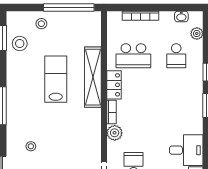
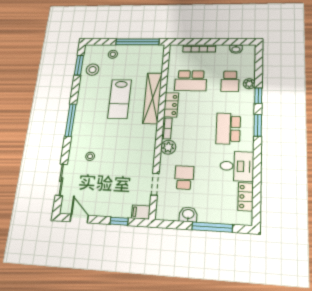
plant: (197, 34) -> (249, 84), moved
lab bench: (56, 79) -> (120, 99), turned 180
school desk: (176, 110) -> (228, 129), added

